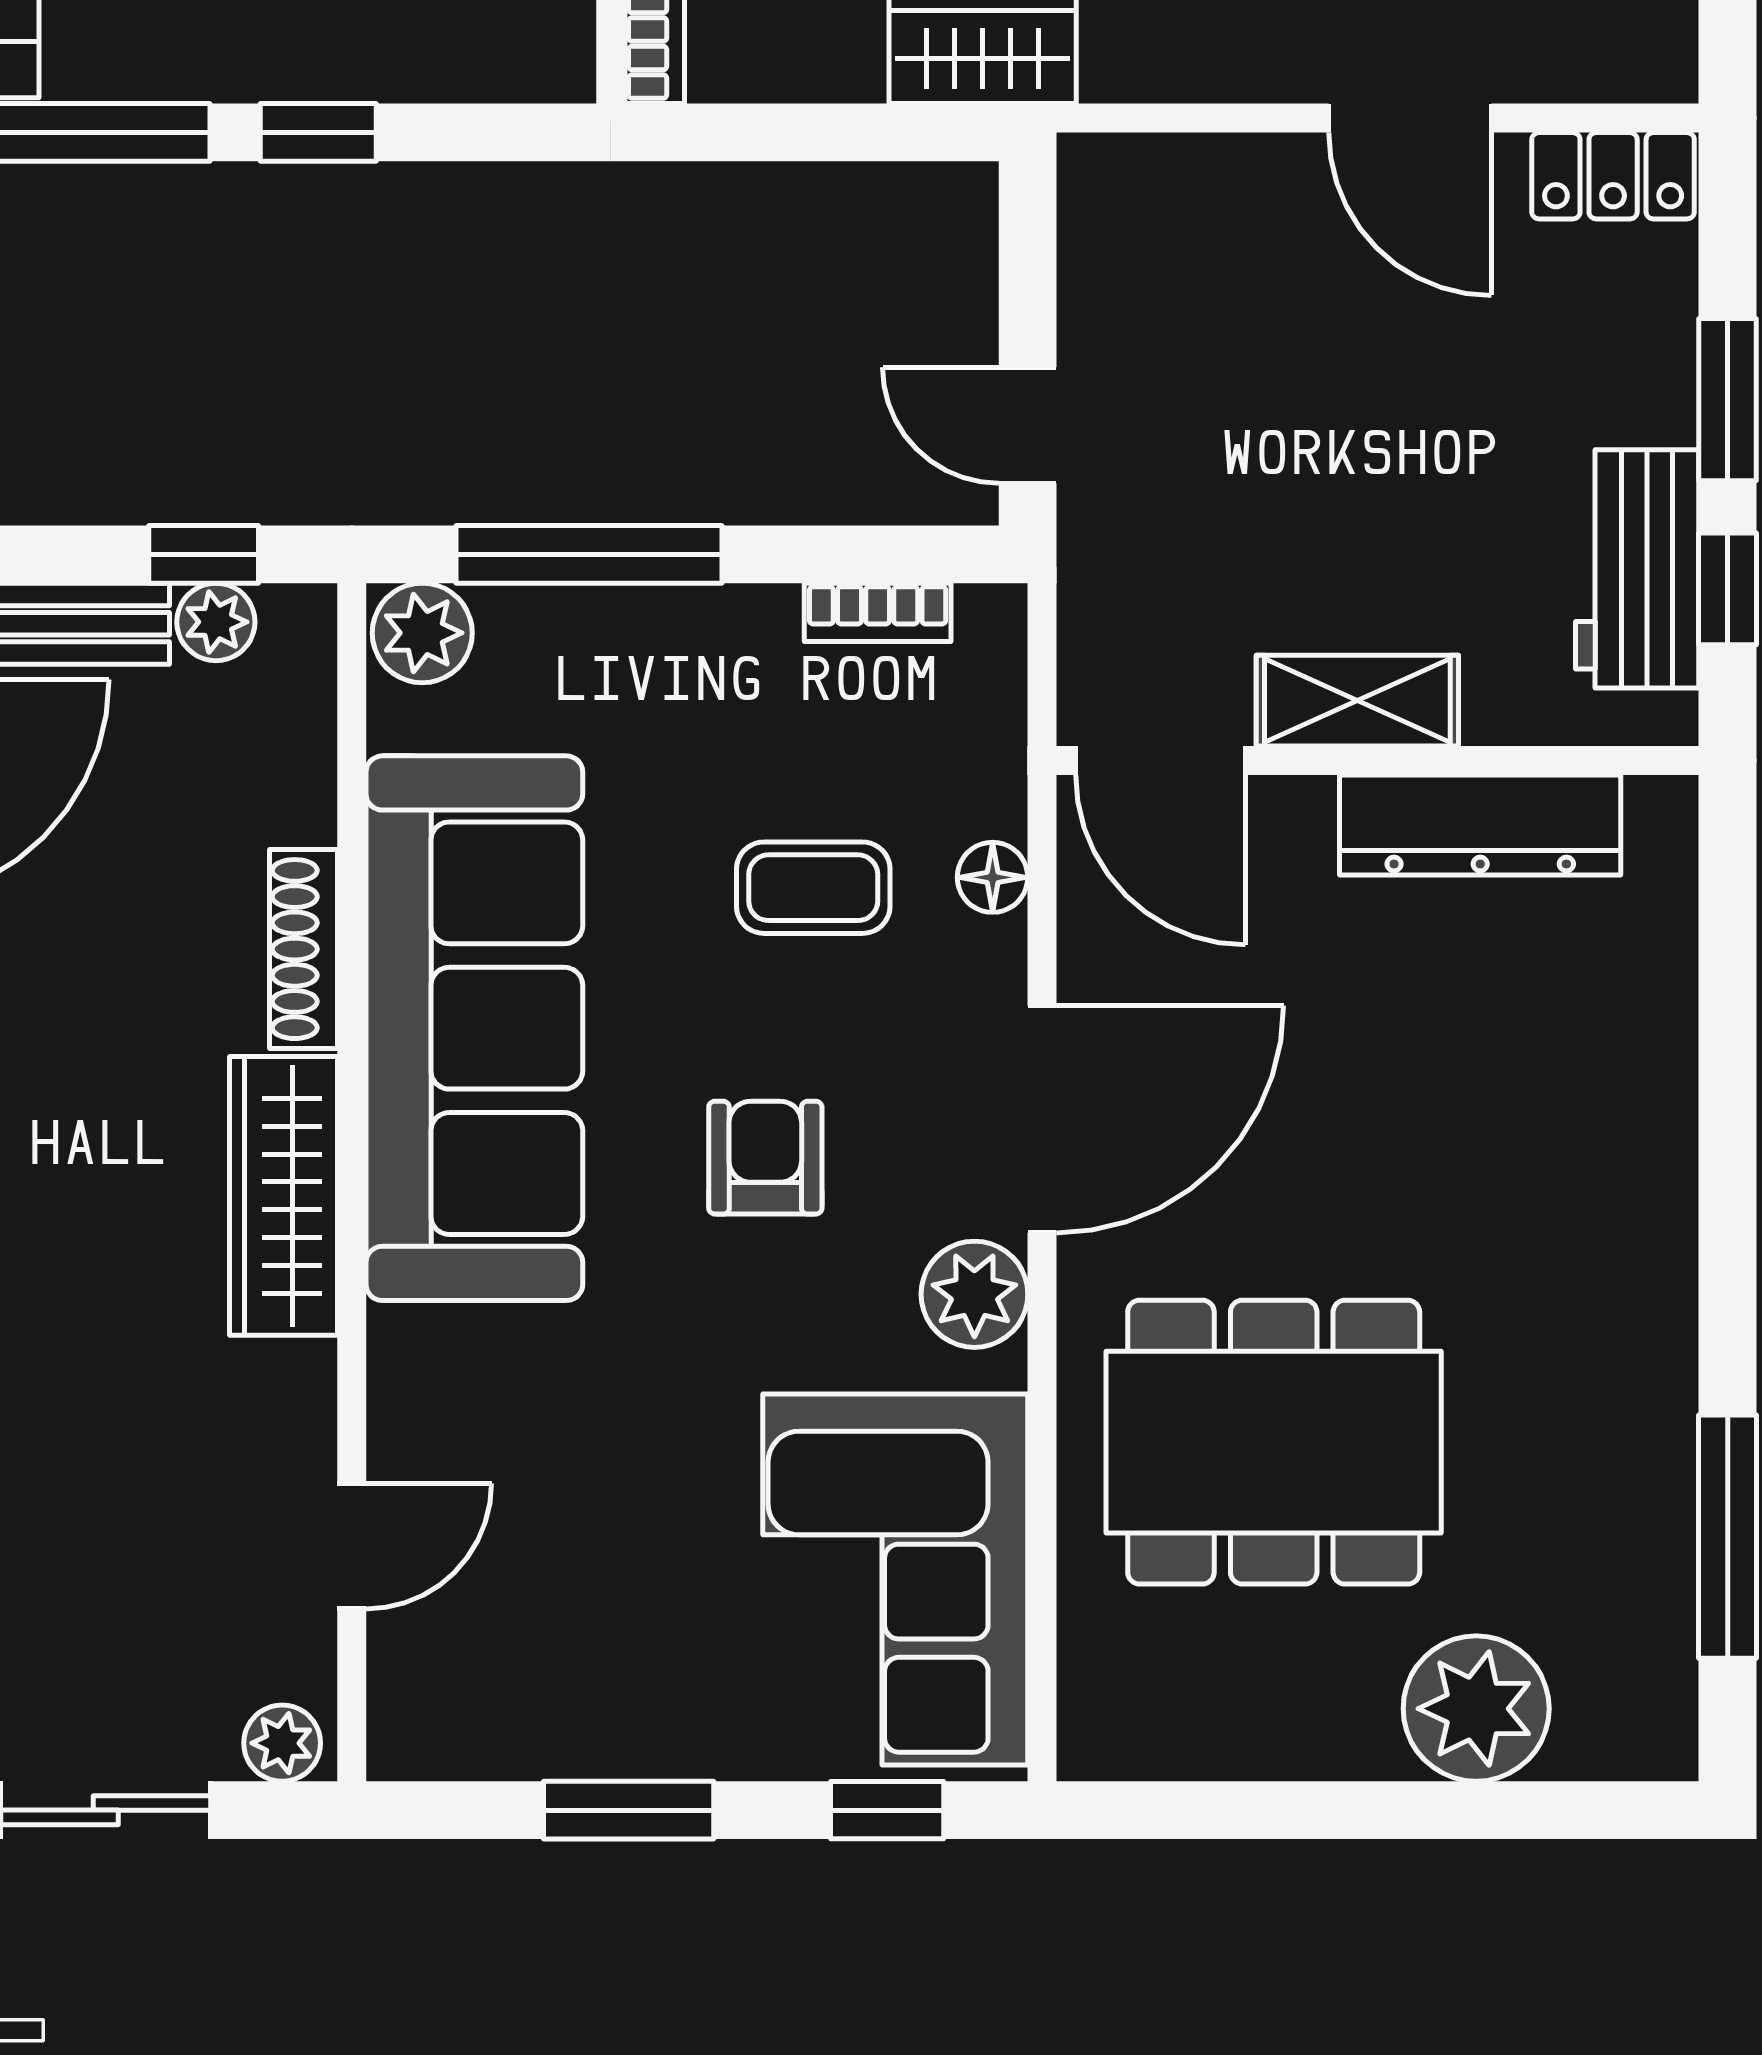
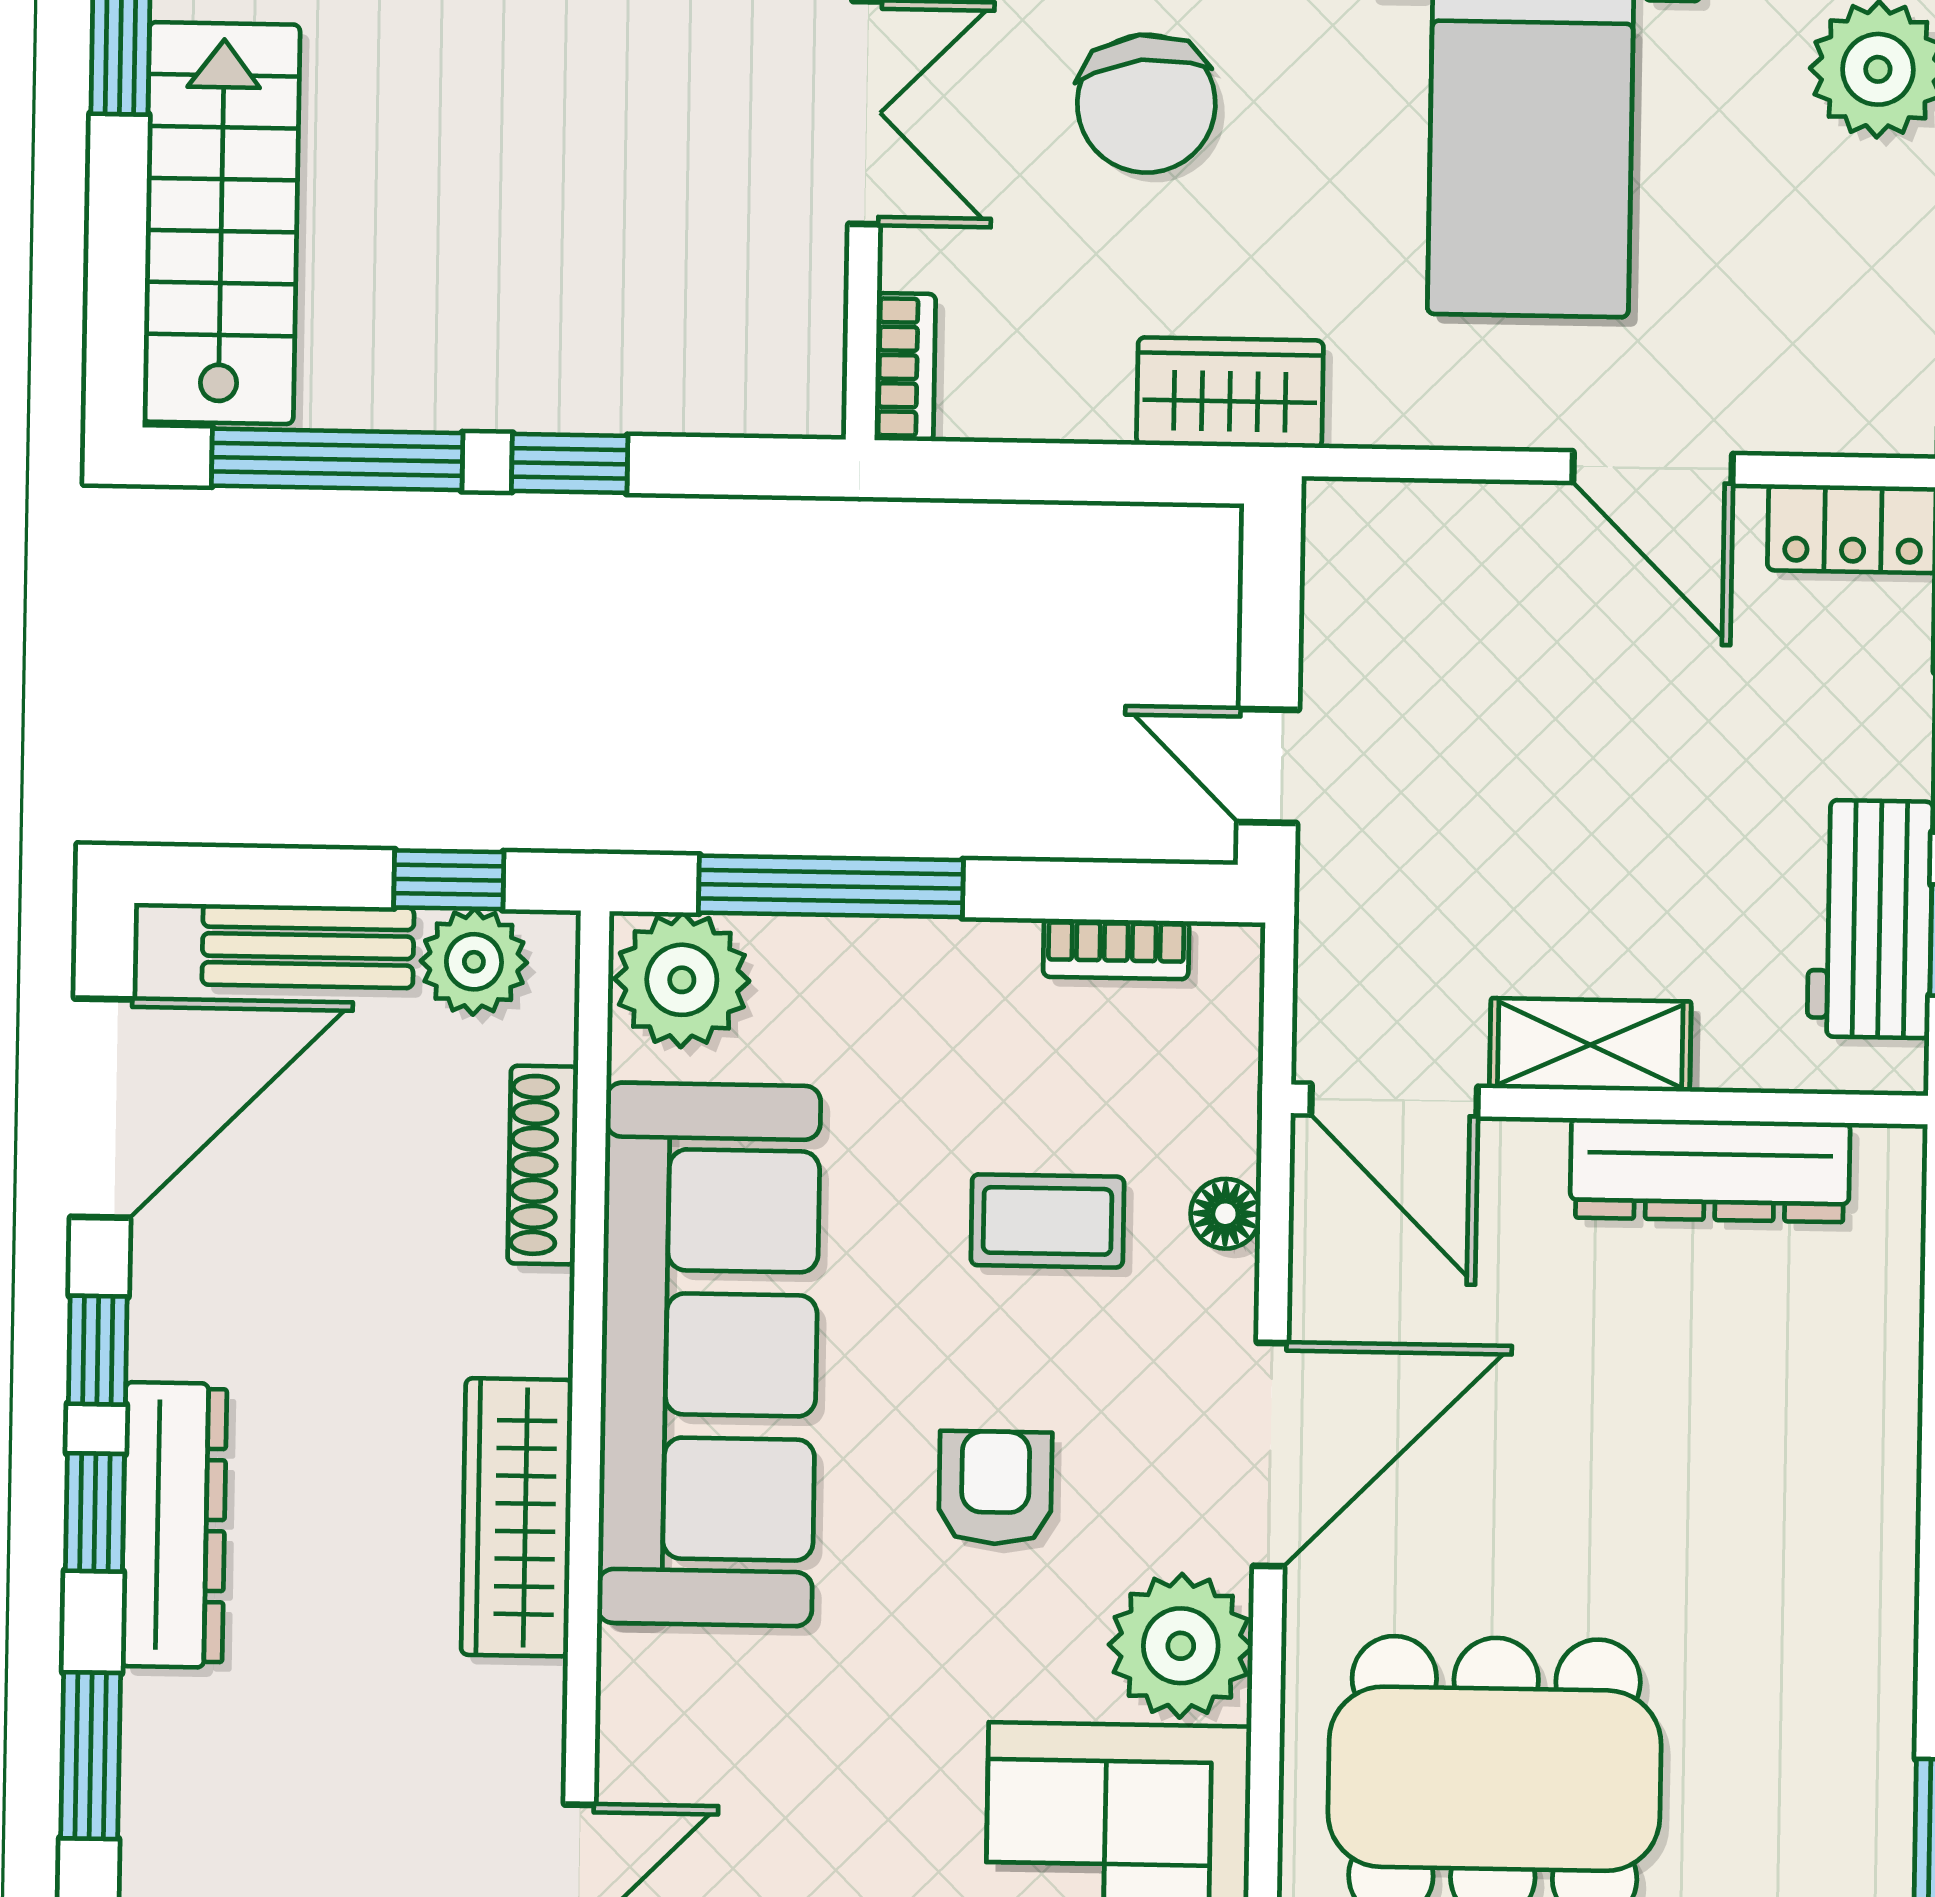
plant: (216, 622) -> (474, 962), width x1.38, depth x1.38
plant: (422, 633) -> (682, 980), width x1.36, depth x1.36
shoe rack: (304, 949) -> (543, 1165), moved
plant: (974, 1294) -> (1181, 1646), width x1.36, depth x1.36

